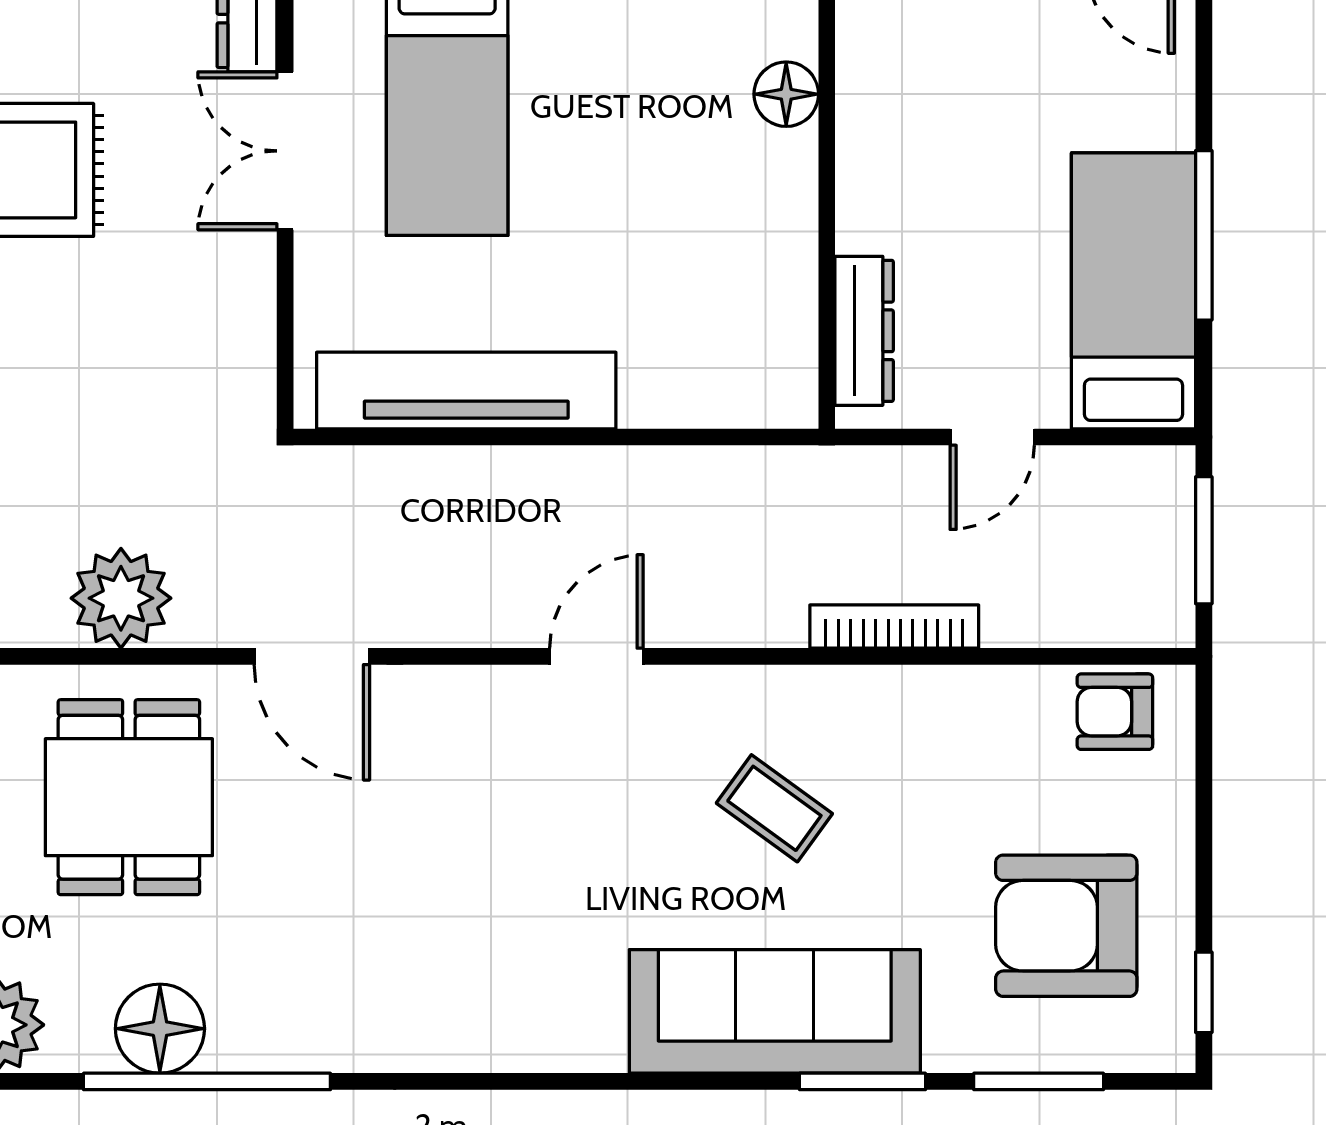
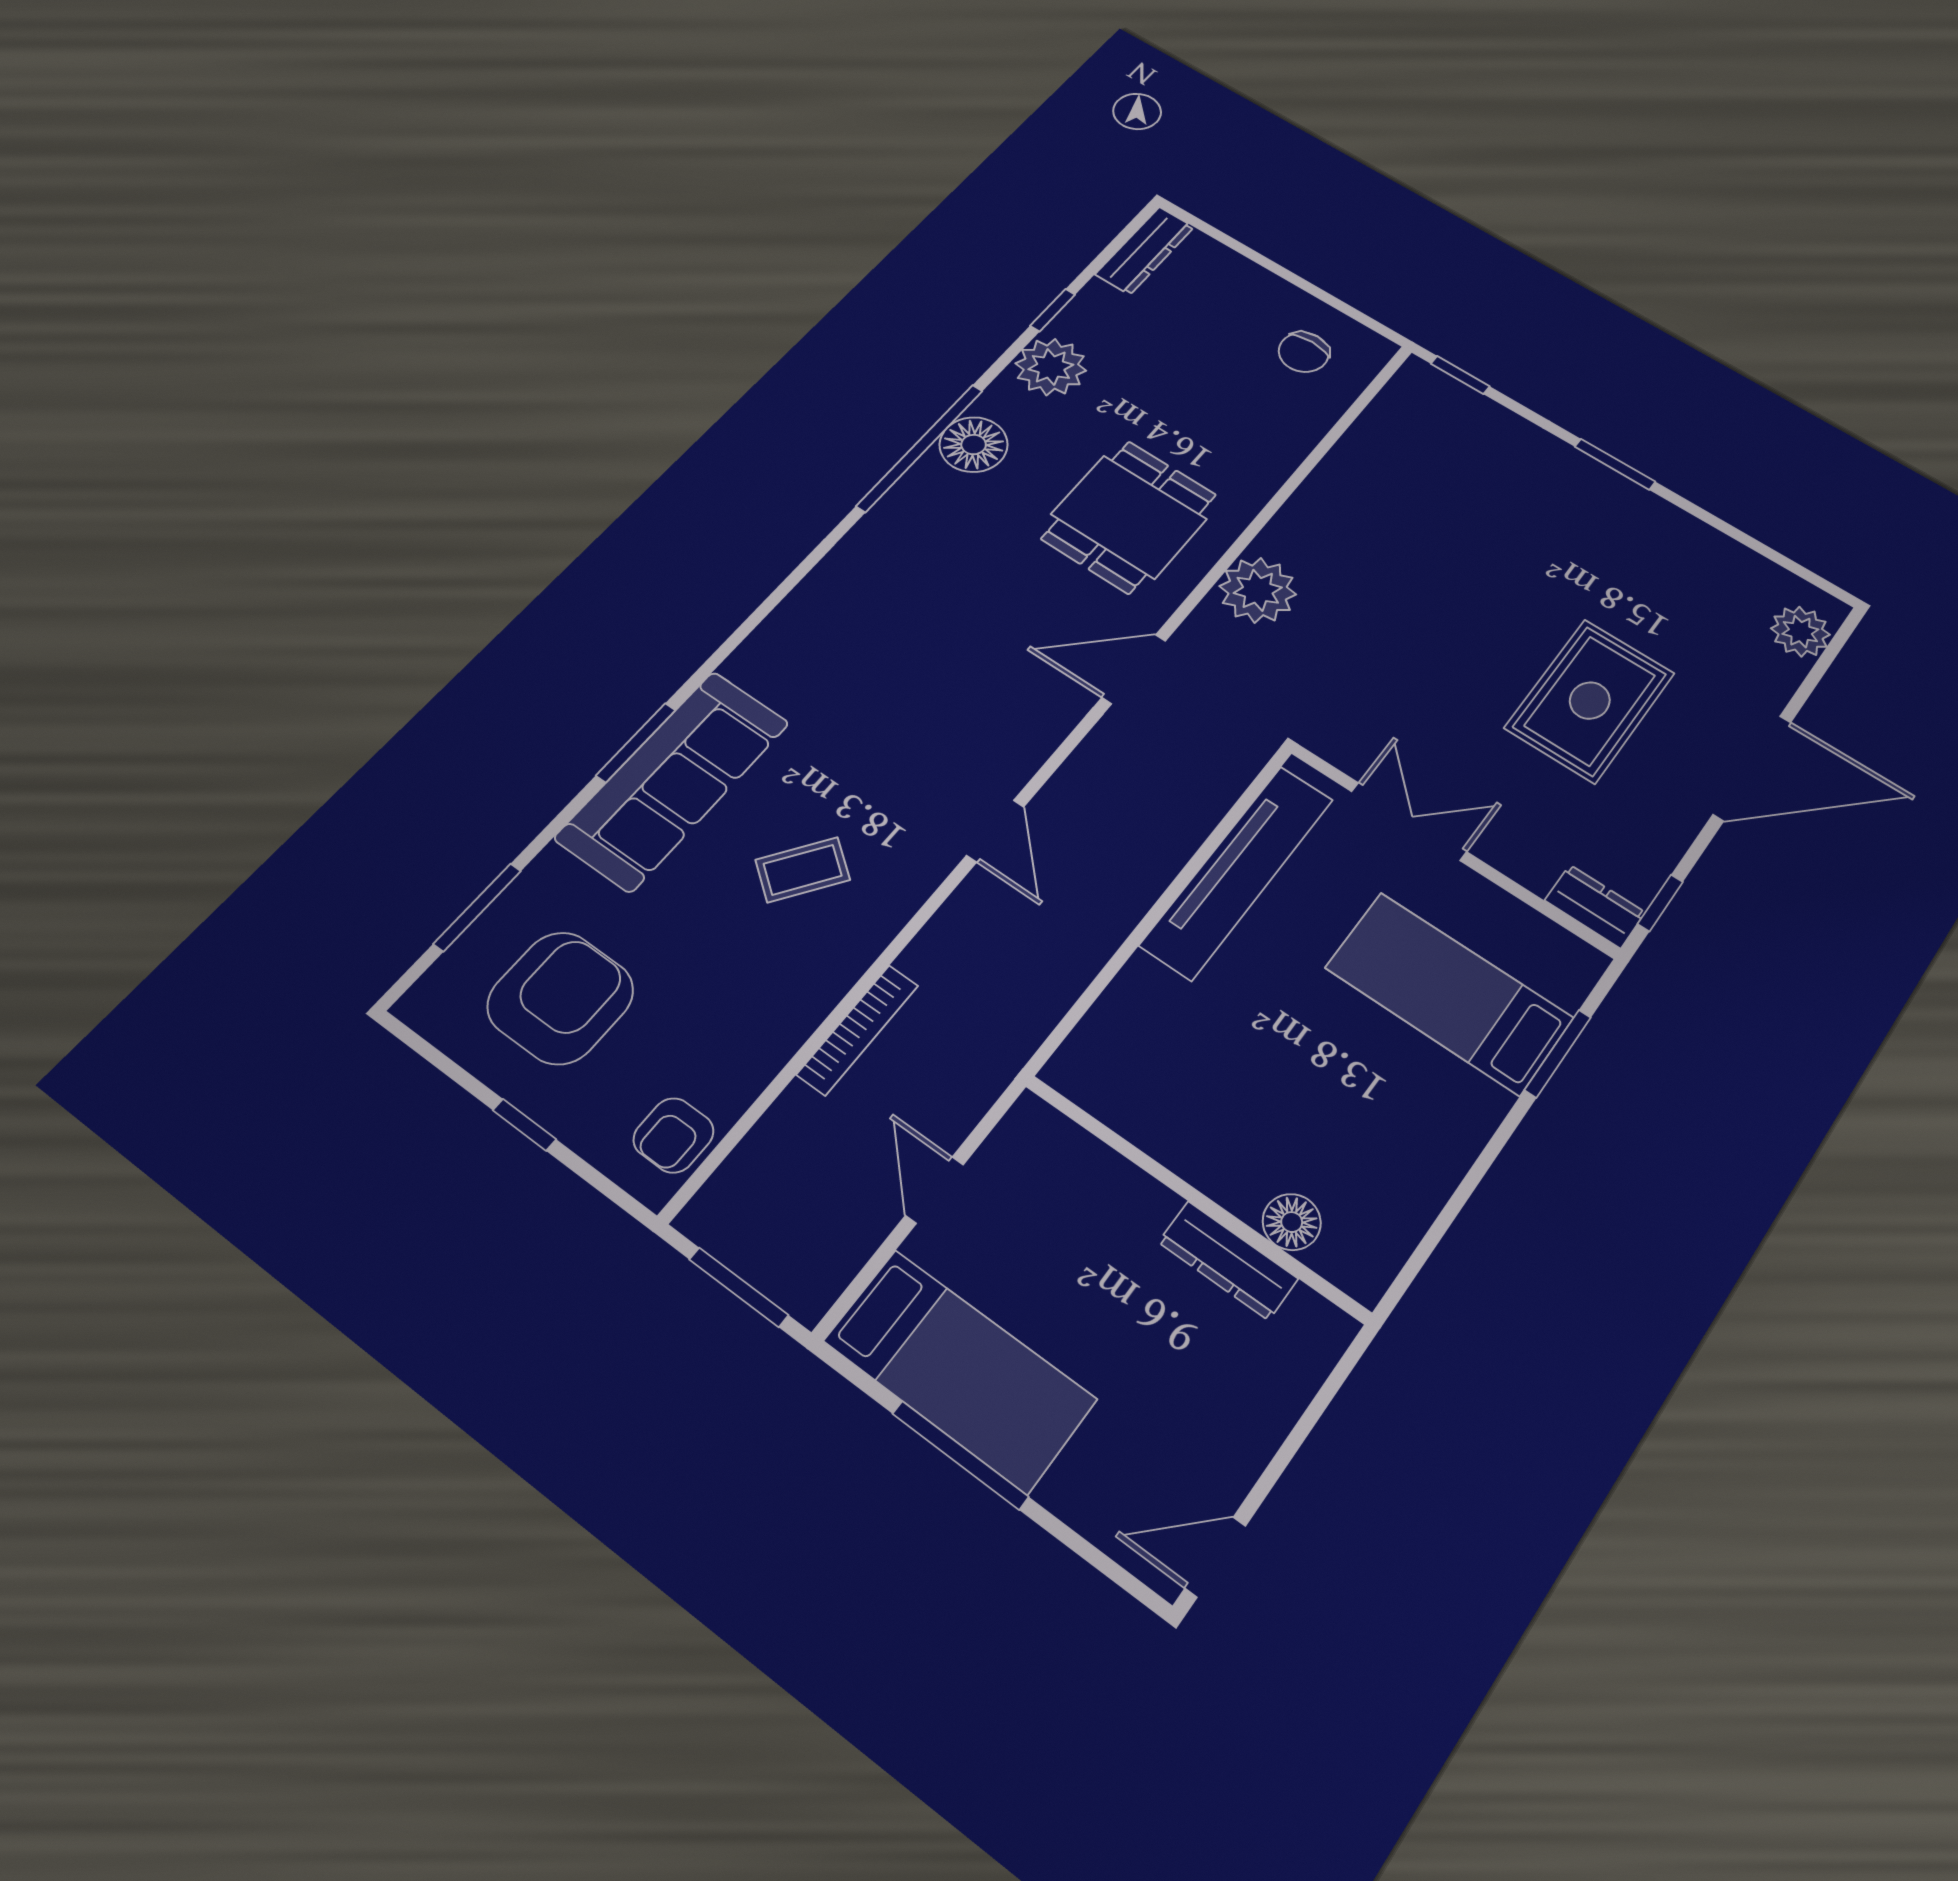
double door: (285, 151) -> (1409, 821), moved
dresser: (864, 331) -> (1228, 1260), moved
armchair: (1115, 712) -> (673, 1135), turned 180
dining table: (129, 797) -> (1129, 517), turned 90
window: (1204, 992) -> (524, 1125), moved
window: (863, 1081) -> (636, 743), moved

